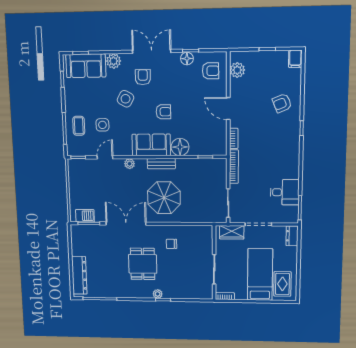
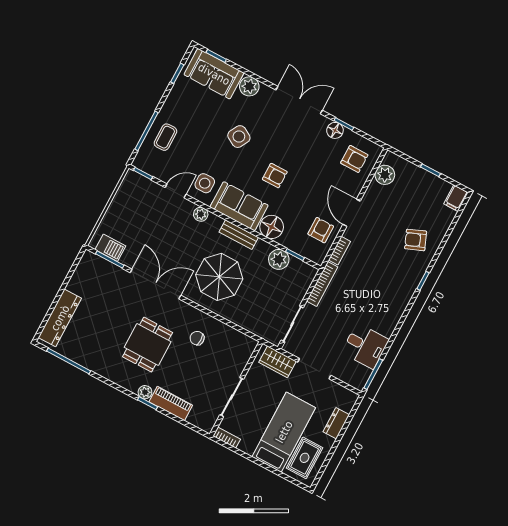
armchair: (143, 77) -> (321, 230), moved
side table: (102, 125) -> (205, 183), moved
plant: (196, 166) -> (279, 259), added
dresser: (292, 236) -> (336, 423), moved
piano: (178, 293) -> (171, 403), added

